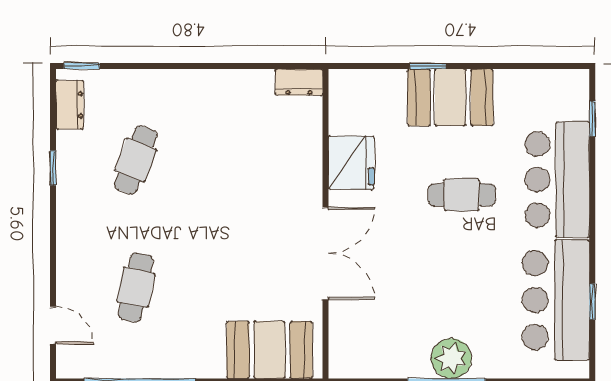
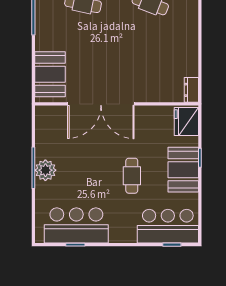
fridge: (351, 163) -> (186, 121), moved, turned 90
bar counter: (557, 180) -> (168, 226), moved
double door: (326, 253) -> (101, 104), width x1.36

